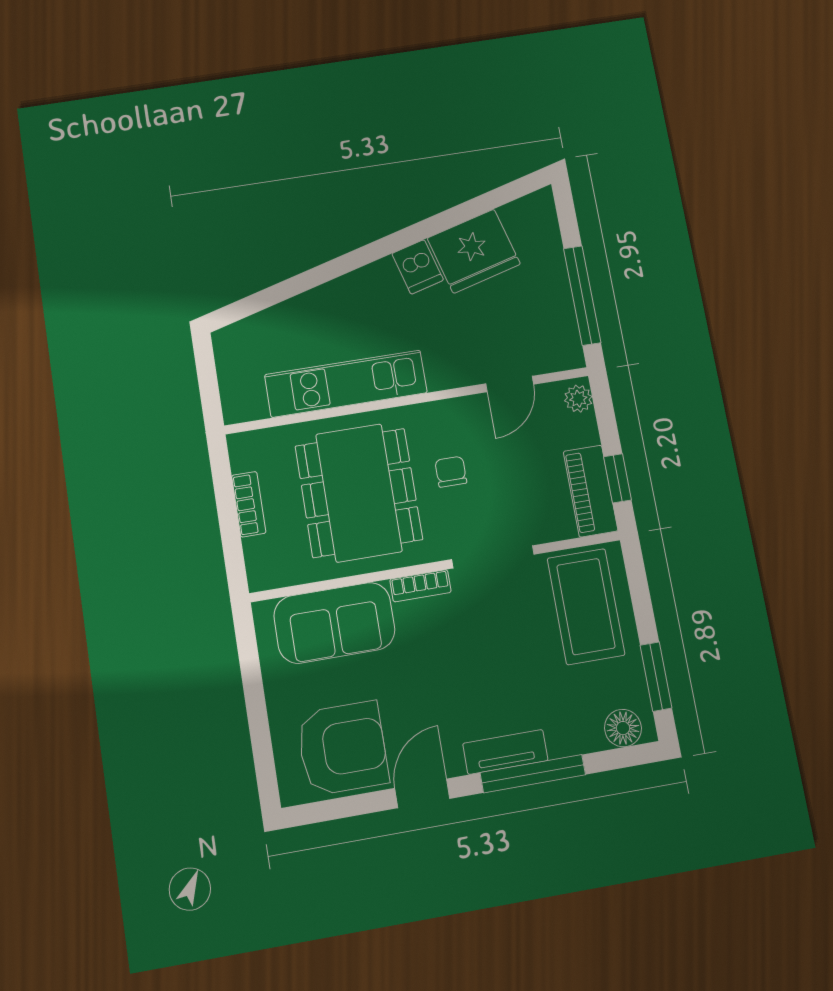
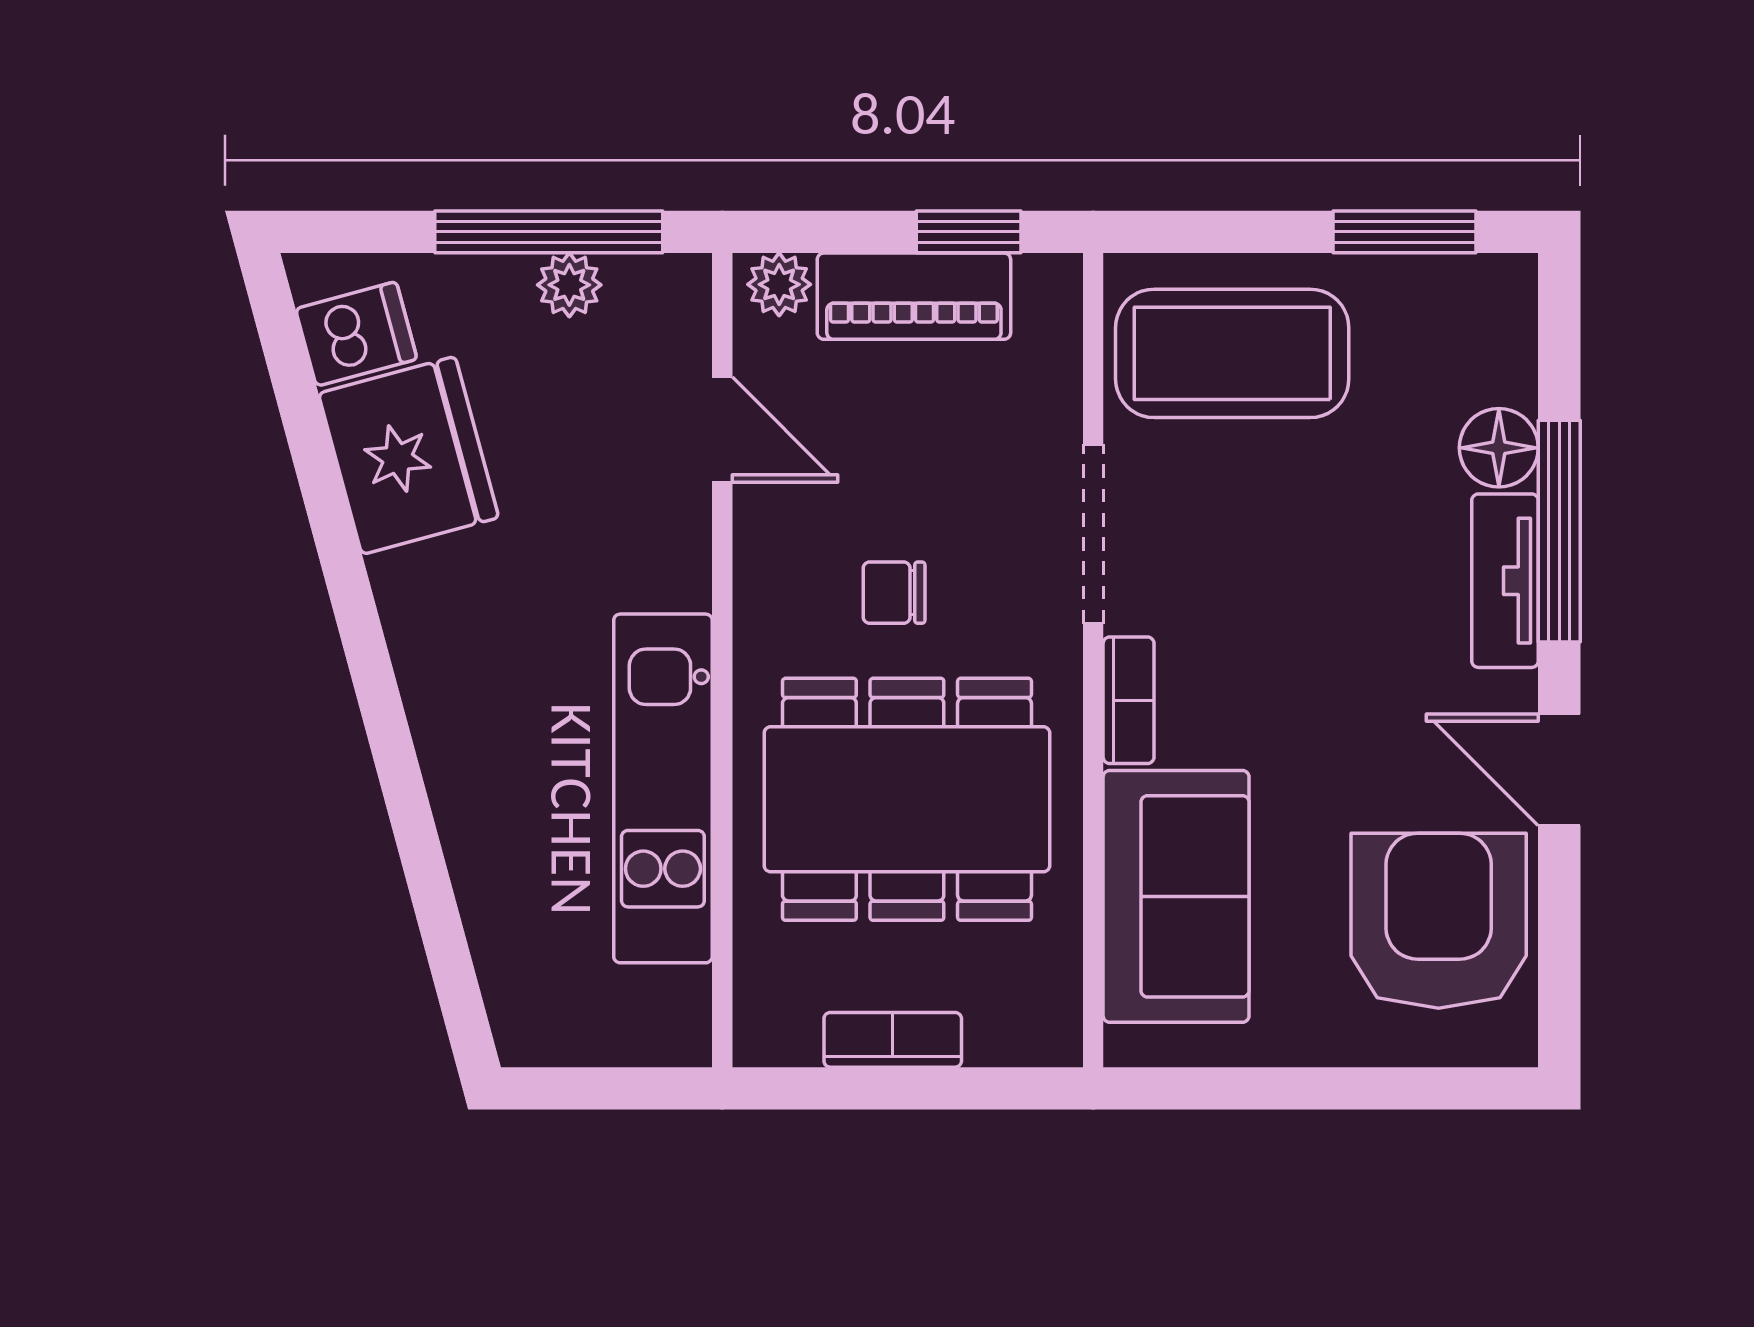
dishwasher: (418, 267) -> (356, 334), moved
plant: (561, 308) -> (569, 285), added
piano: (591, 491) -> (914, 296), moved
floor lamp: (623, 728) -> (1499, 448), moved

